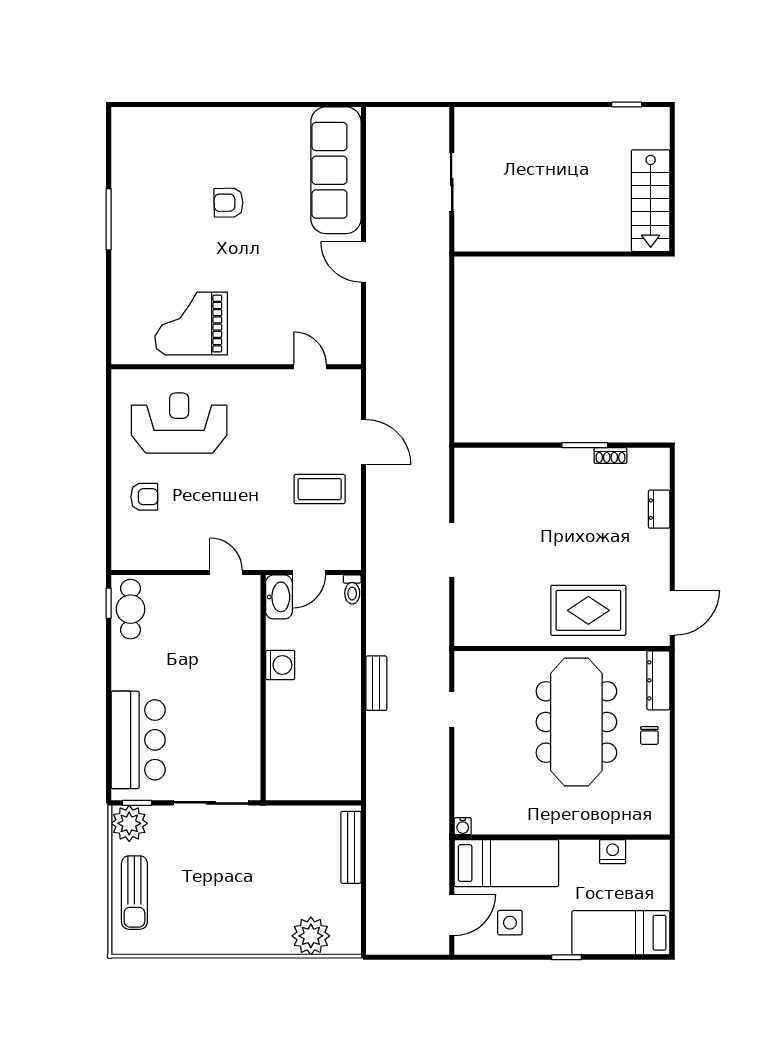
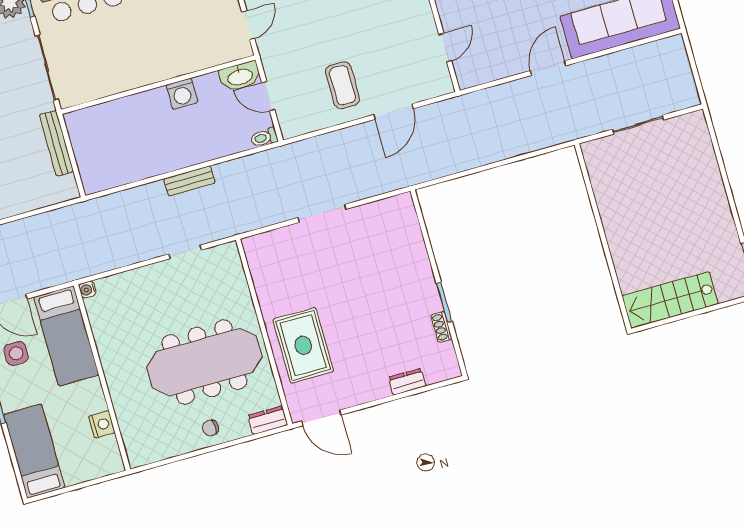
dresser: (658, 680) -> (268, 420), width x0.70
bench: (351, 847) -> (56, 143), moved, turned 90

